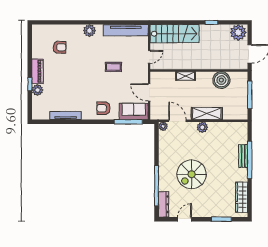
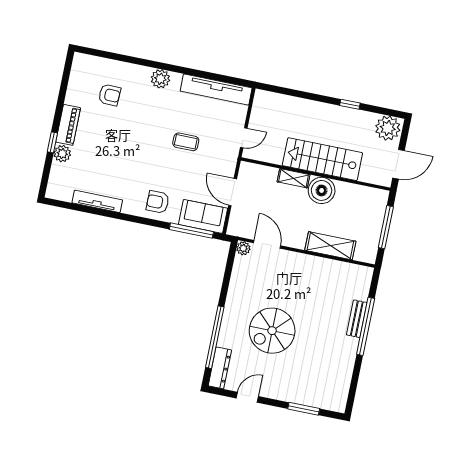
stairs: (175, 34) -> (322, 159), moved, turned 180
boiler: (221, 80) -> (322, 190), moved
shelving: (207, 114) -> (330, 246), moved
plant: (202, 127) -> (303, 262), removed
wardrobe: (242, 197) -> (342, 381), removed

